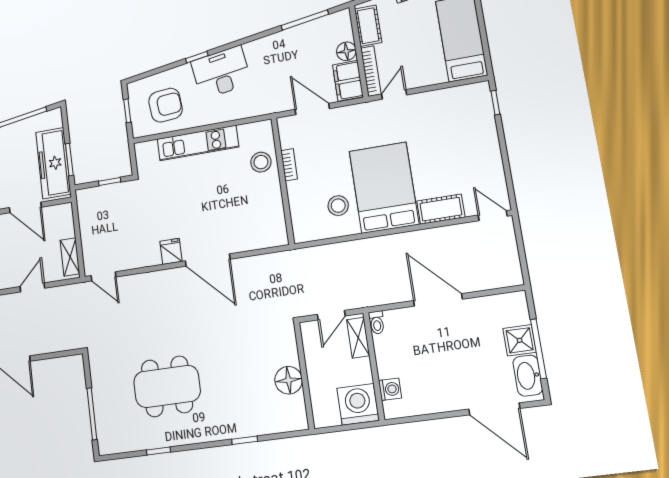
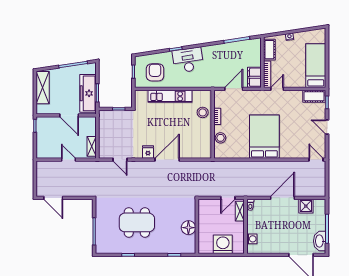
floor lamp: (346, 51) -> (256, 61), removed
armchair: (165, 105) -> (155, 72), turned -85
door: (312, 109) -> (234, 89), hinge flipped
door: (504, 149) -> (327, 127), added
stool: (338, 206) -> (221, 138), moved
cot: (441, 209) -> (314, 96), moved
door: (208, 260) -> (167, 160), swing flipped
door: (103, 276) -> (120, 160), moved
door: (32, 287) -> (68, 160), hinge flipped
door: (438, 300) -> (282, 198), hinge flipped
shower: (520, 340) -> (306, 206), moved
wall: (304, 376) -> (197, 226), moved
floor lamp: (289, 380) -> (188, 228), moved
washing machine: (358, 404) -> (223, 244), moved

